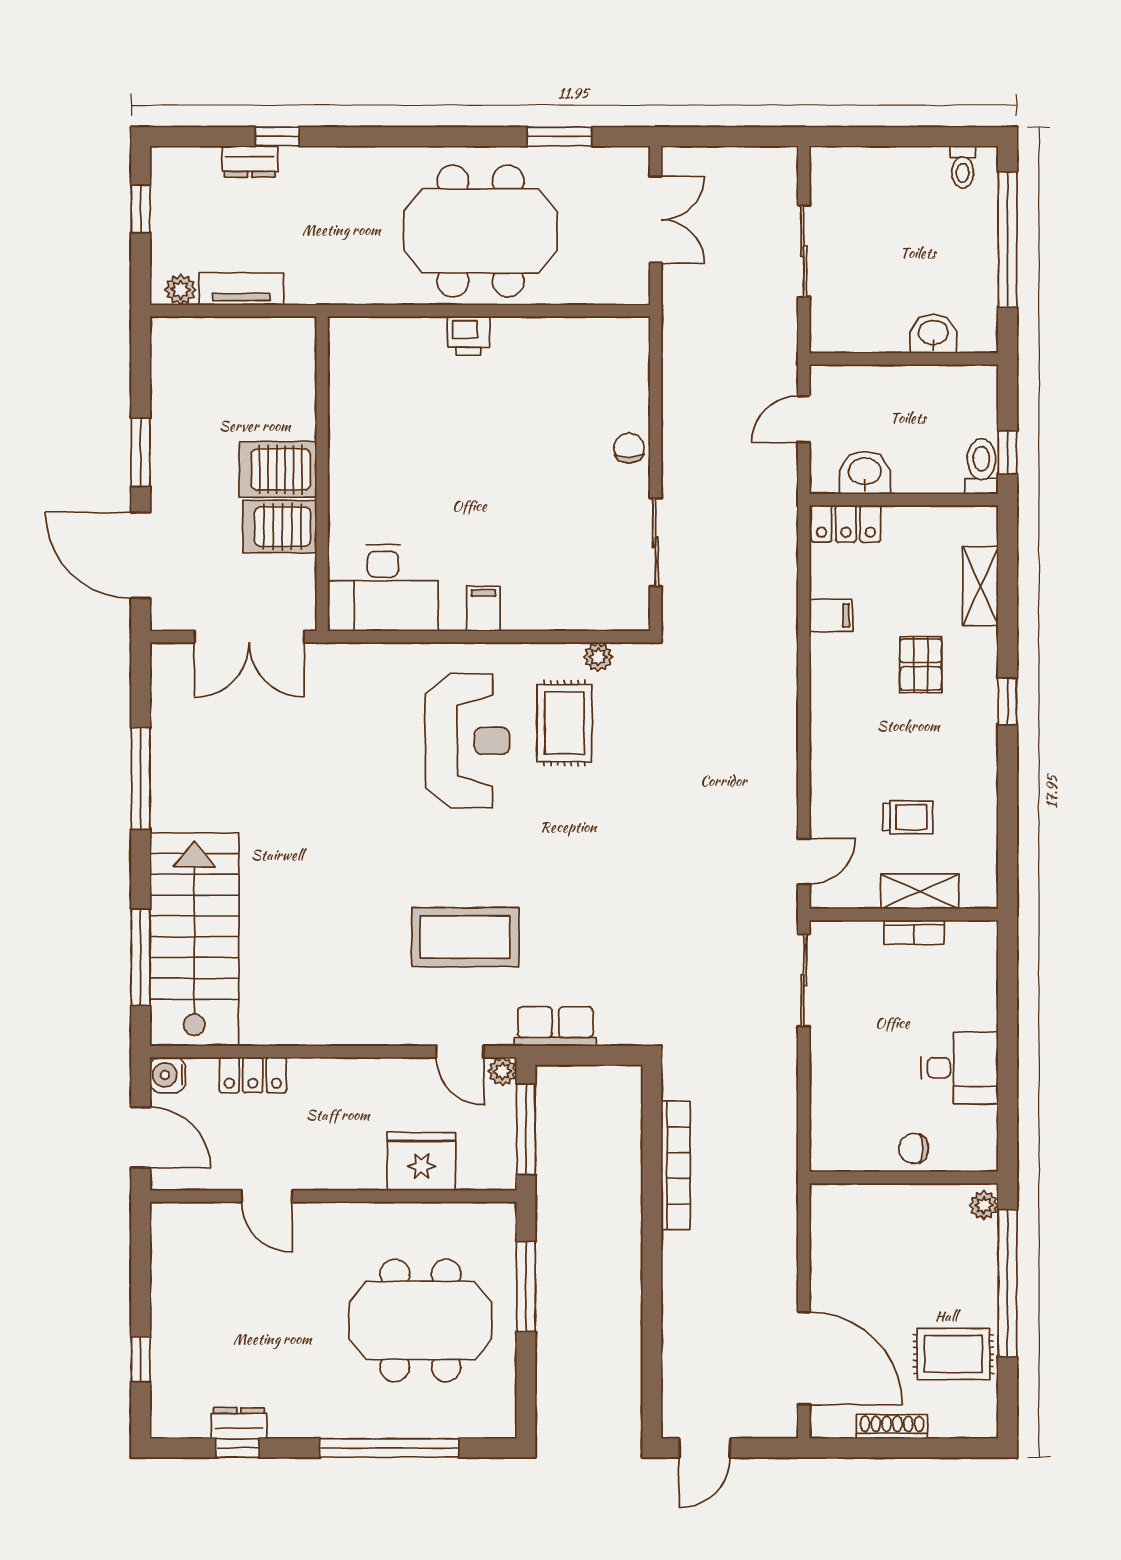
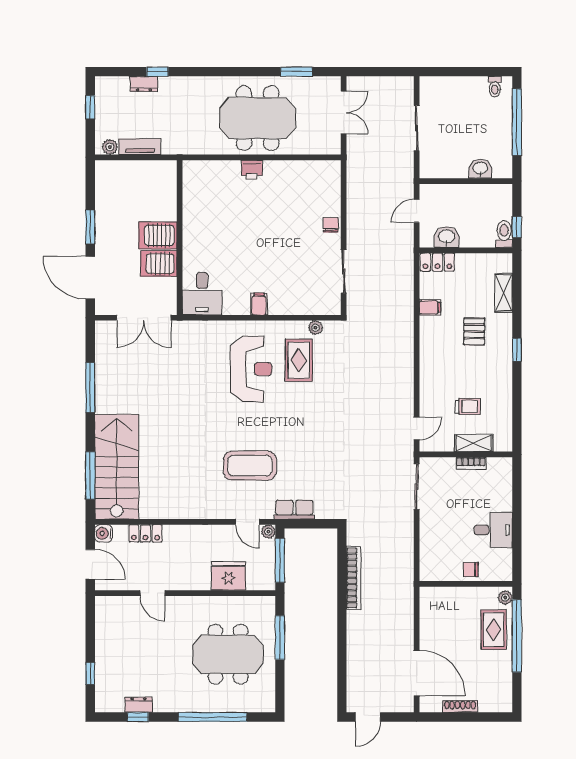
desk: (383, 588) -> (202, 294), width x0.73
rug: (953, 1354) -> (494, 630), moved, turned 90

